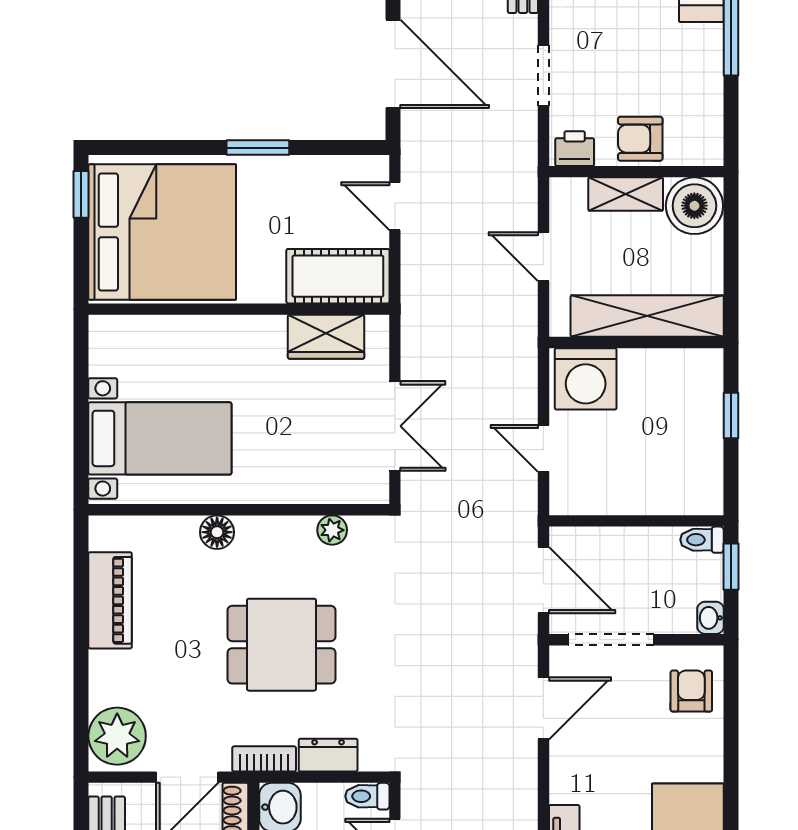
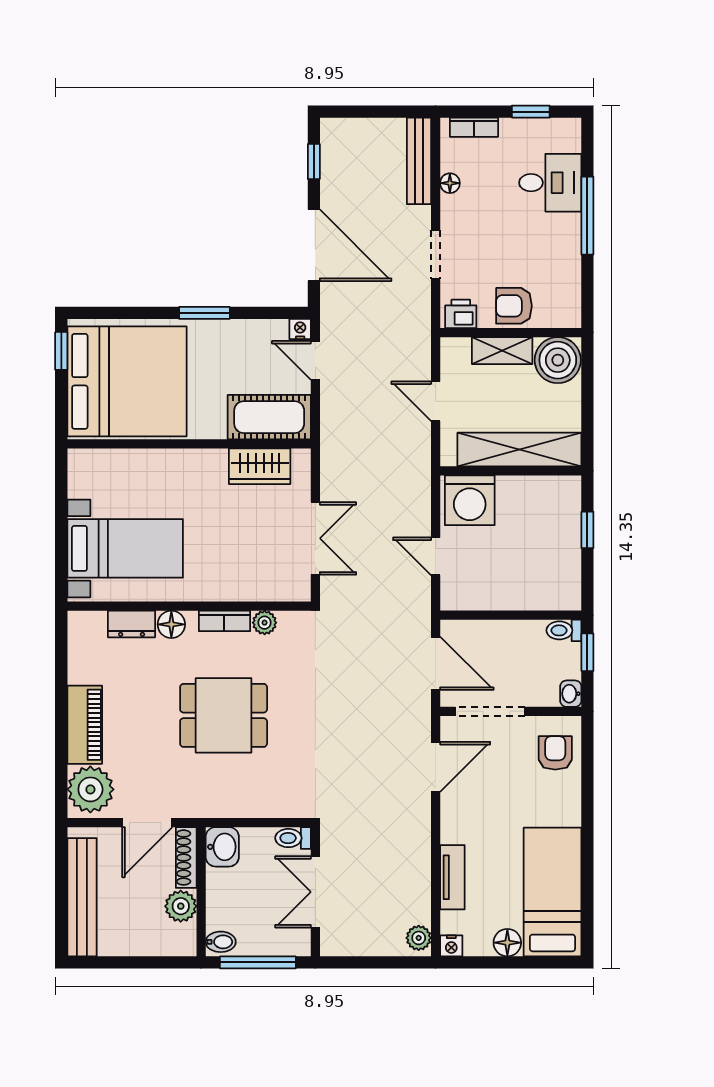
nightstand: (376, 167) -> (300, 329), added
piano: (110, 600) -> (85, 725), moved
dresser: (328, 755) -> (132, 624), moved, turned 180
bookcase: (264, 759) -> (224, 621), moved, turned 180

